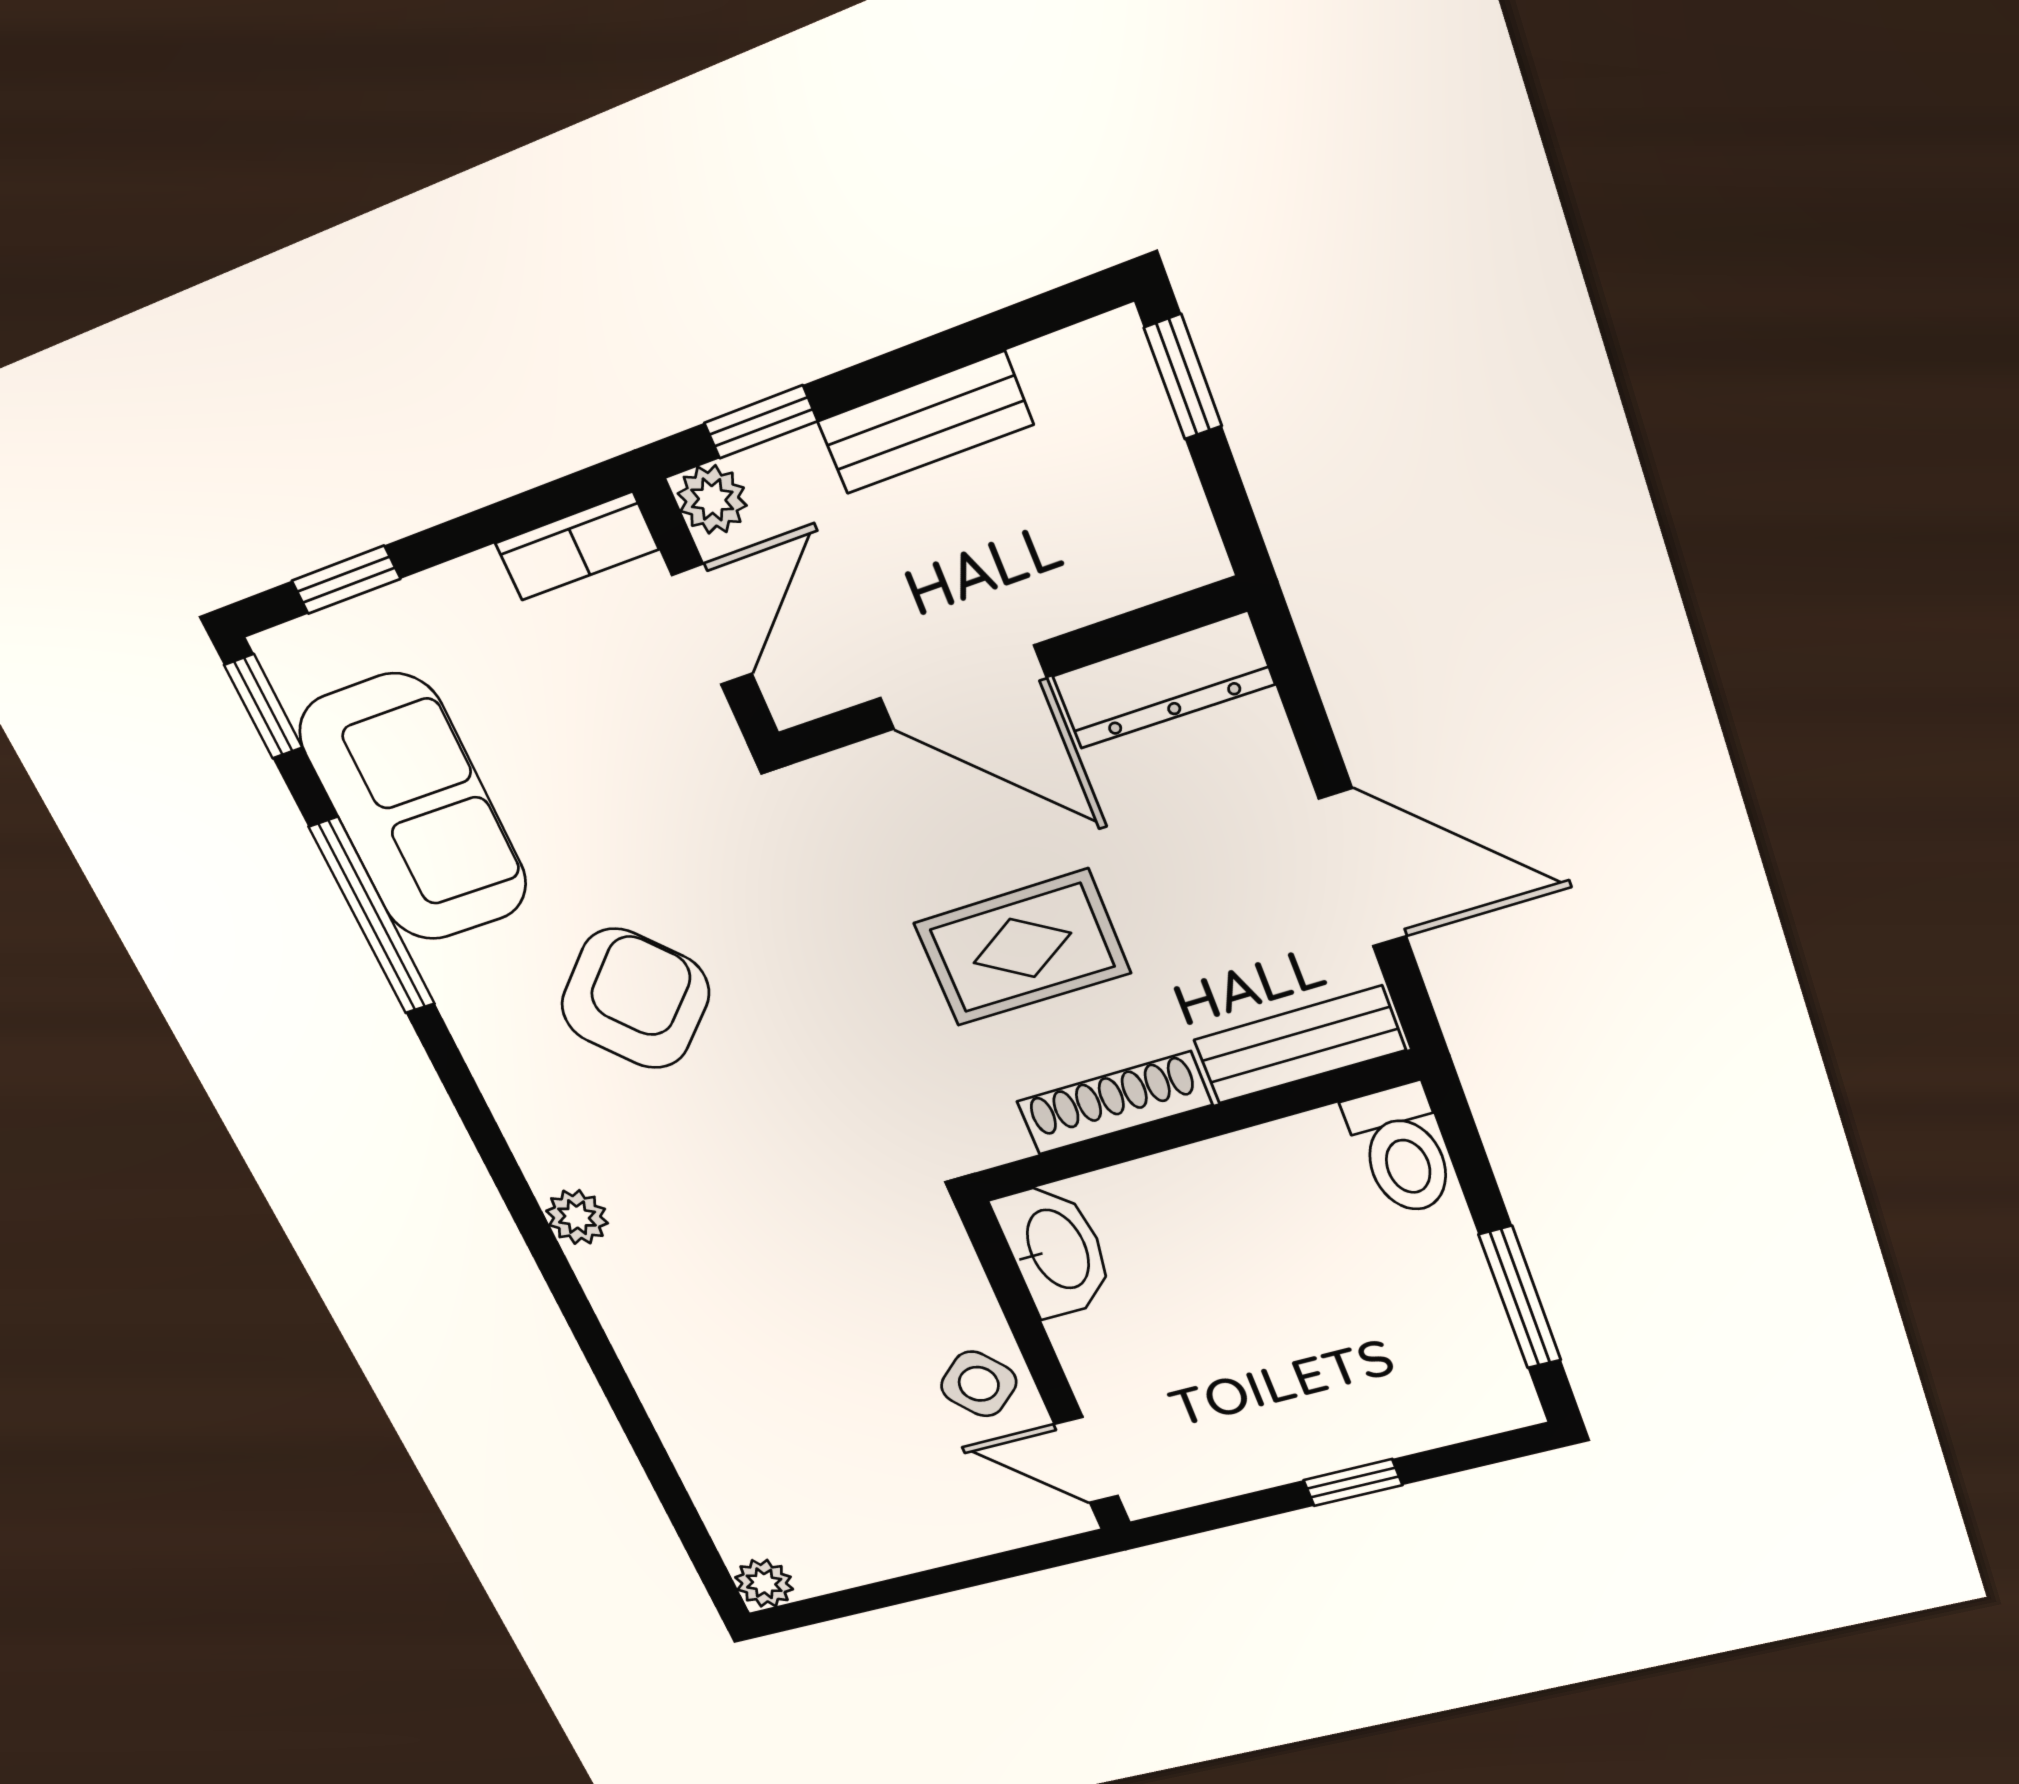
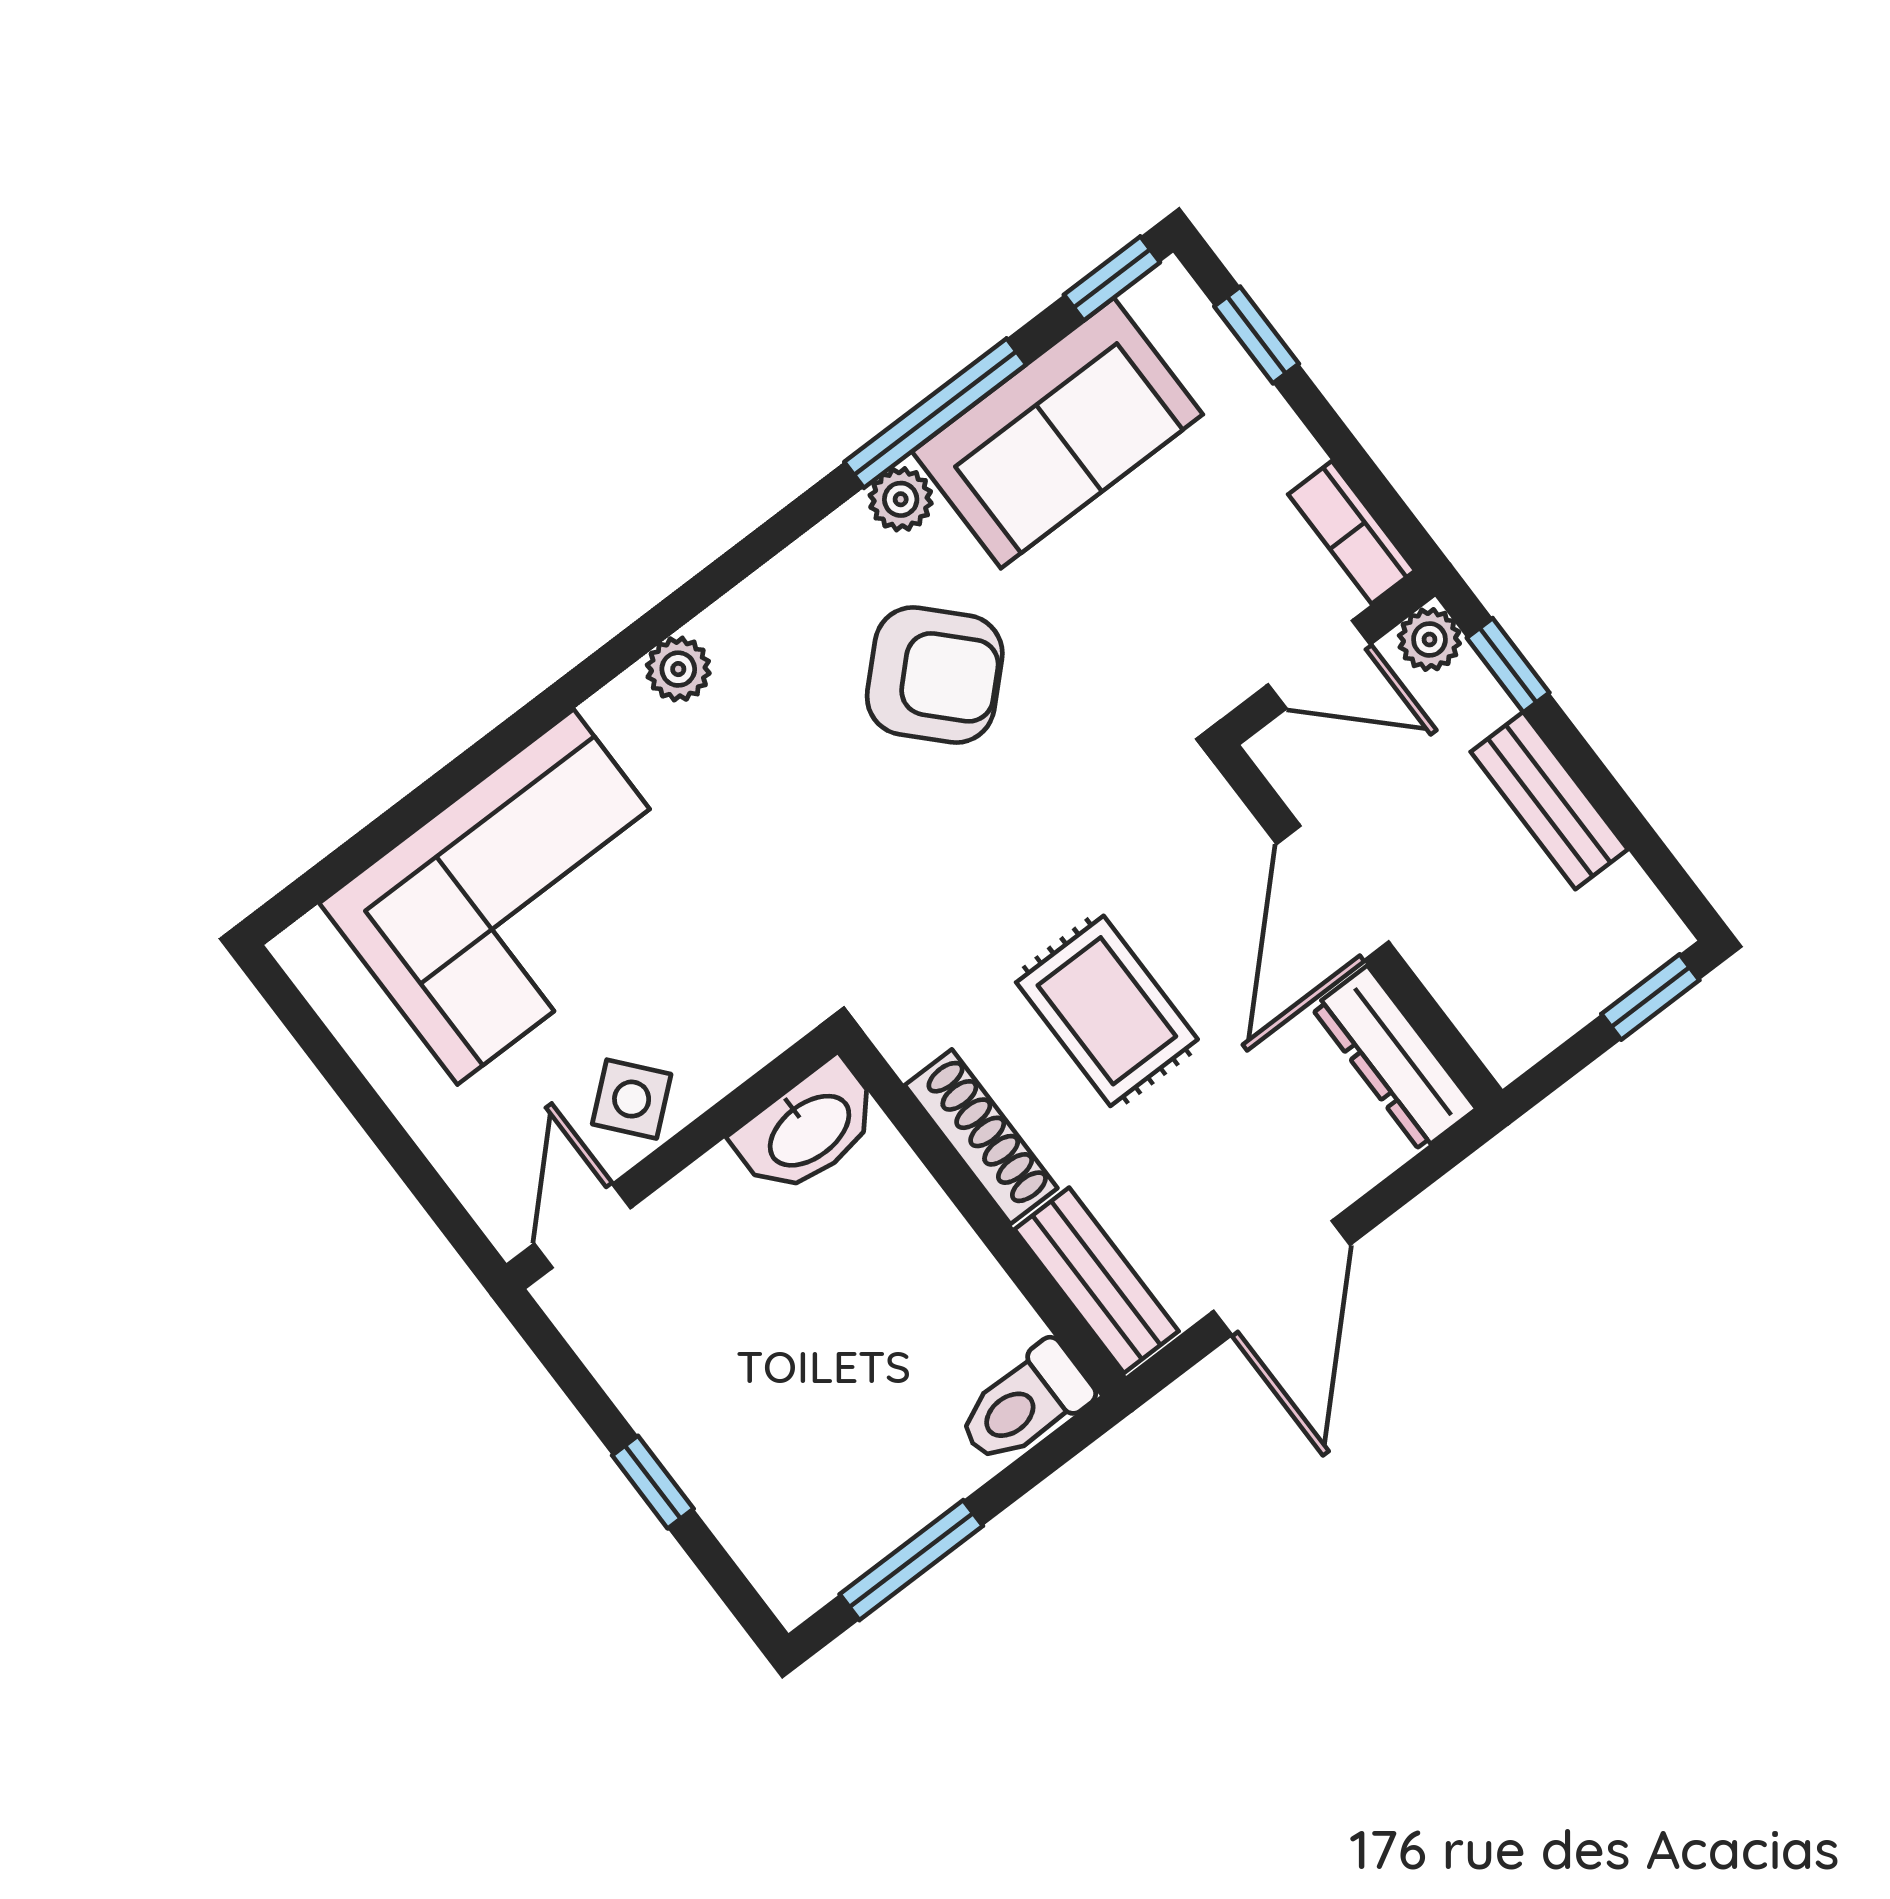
corner sofa: (759, 1414) -> (515, 897), added
plant: (764, 1583) -> (901, 499), moved

